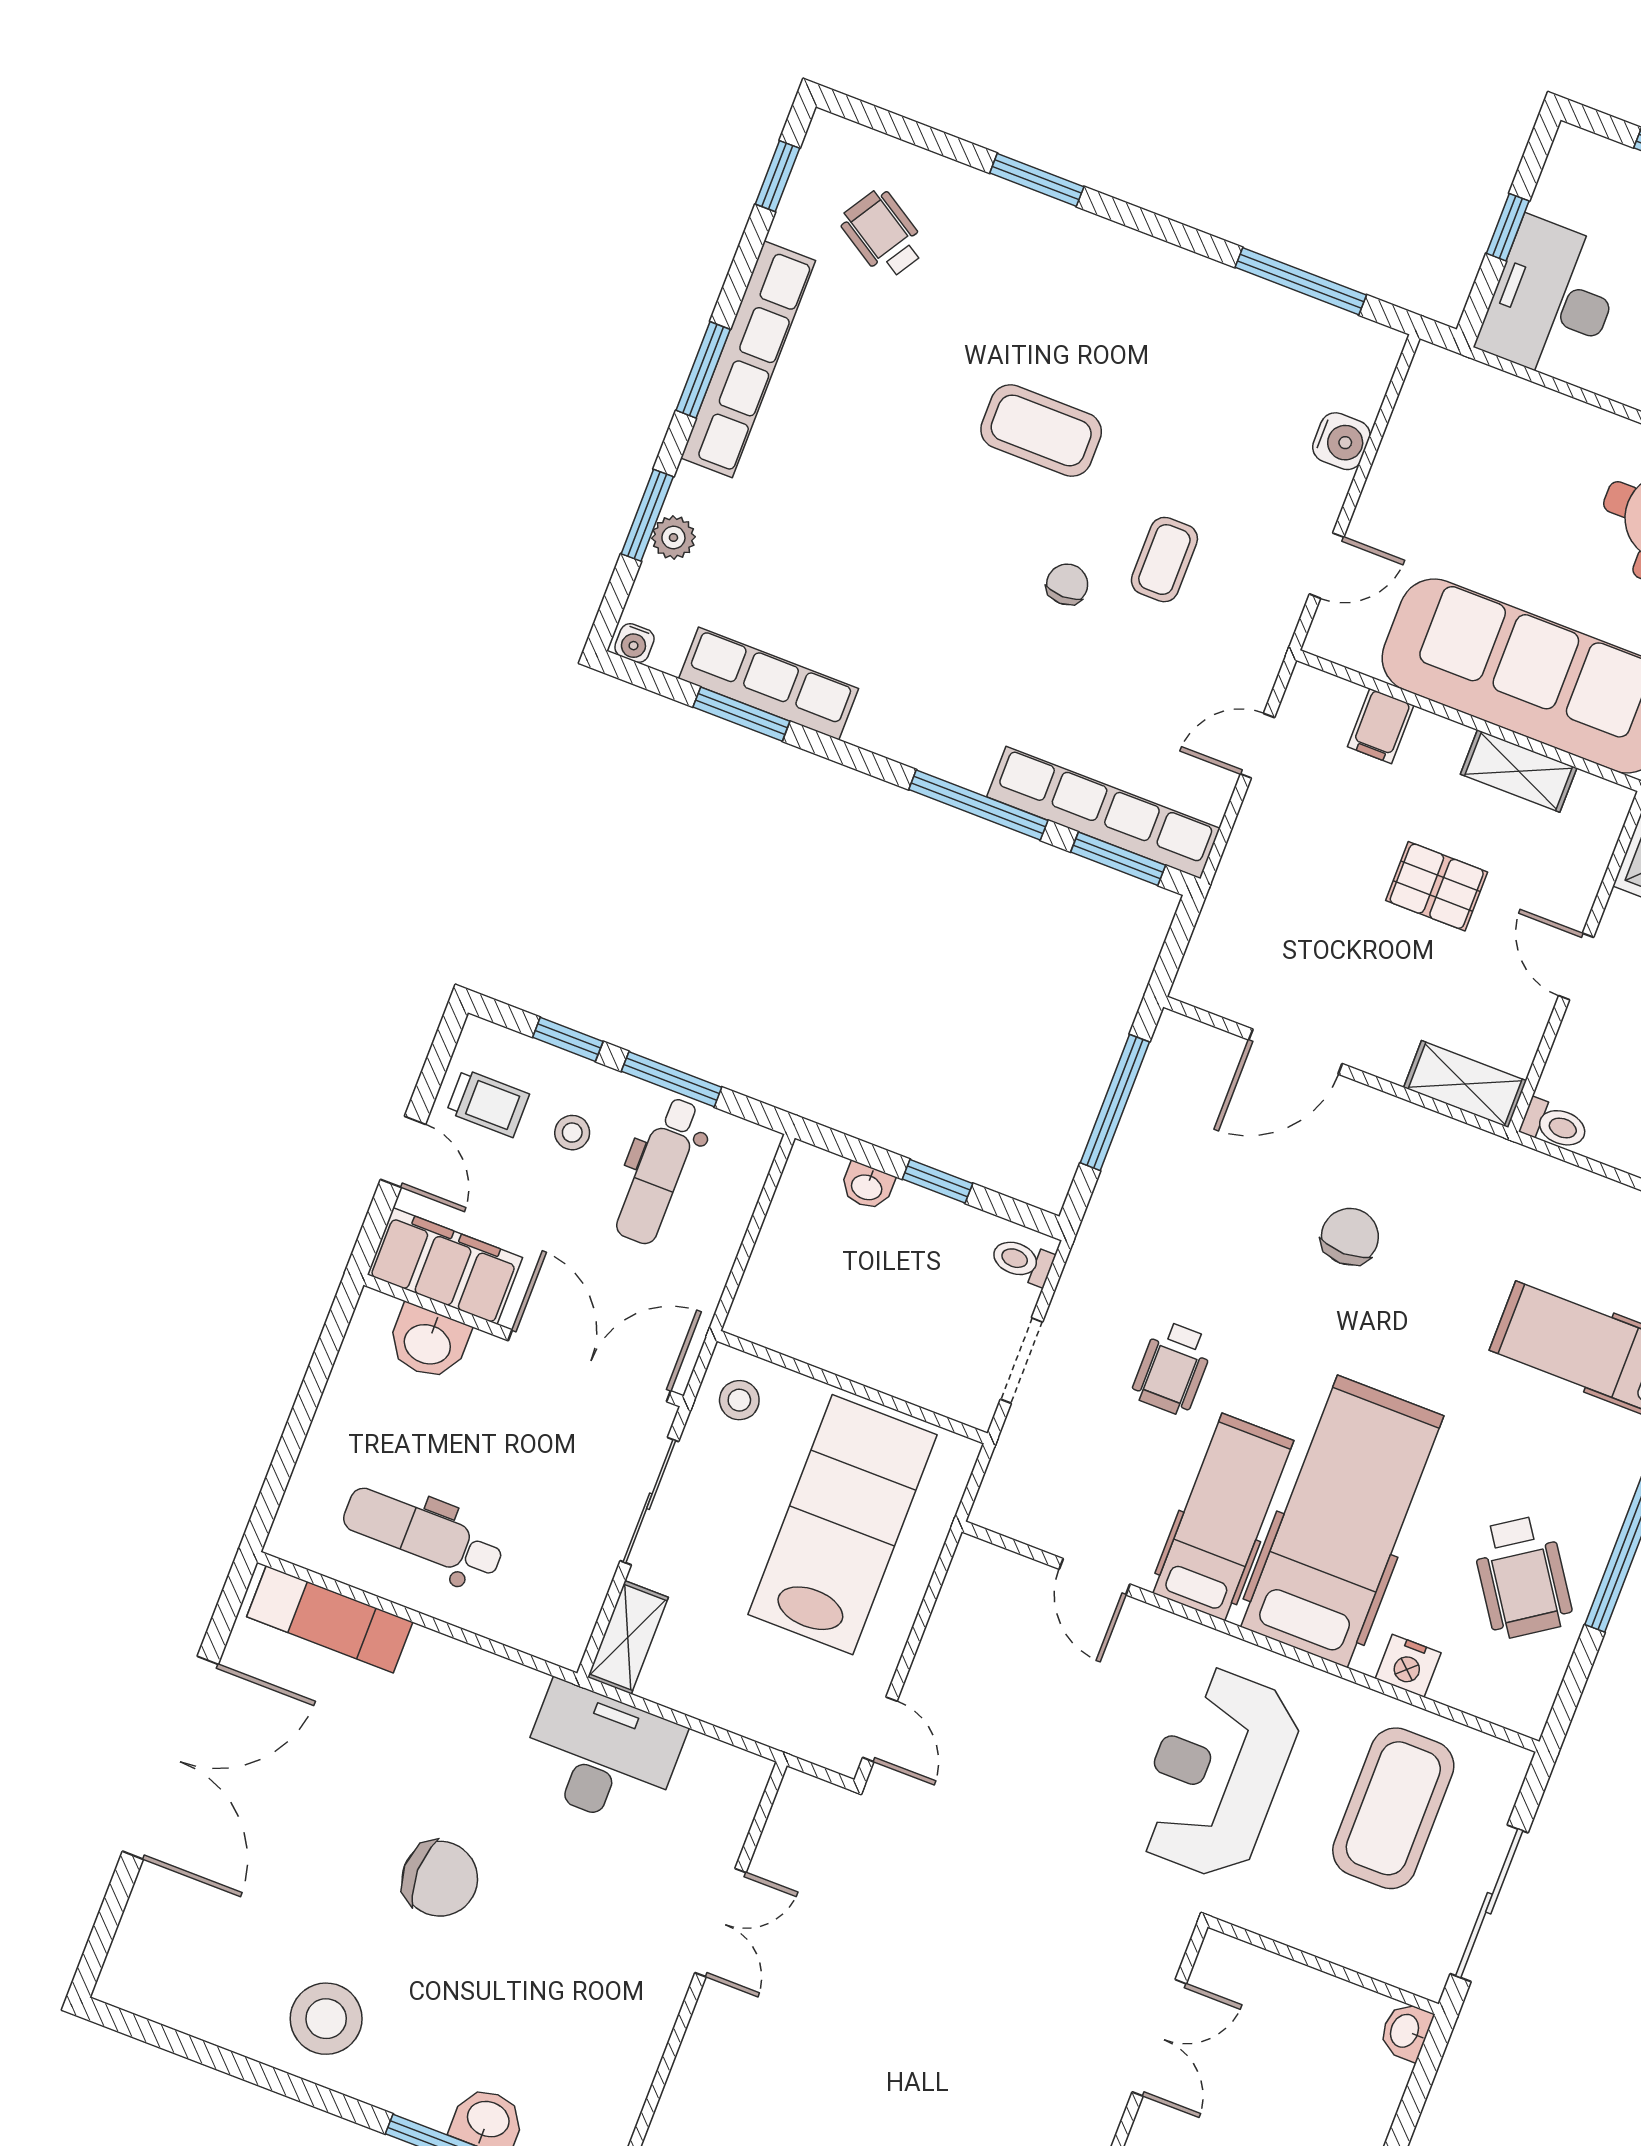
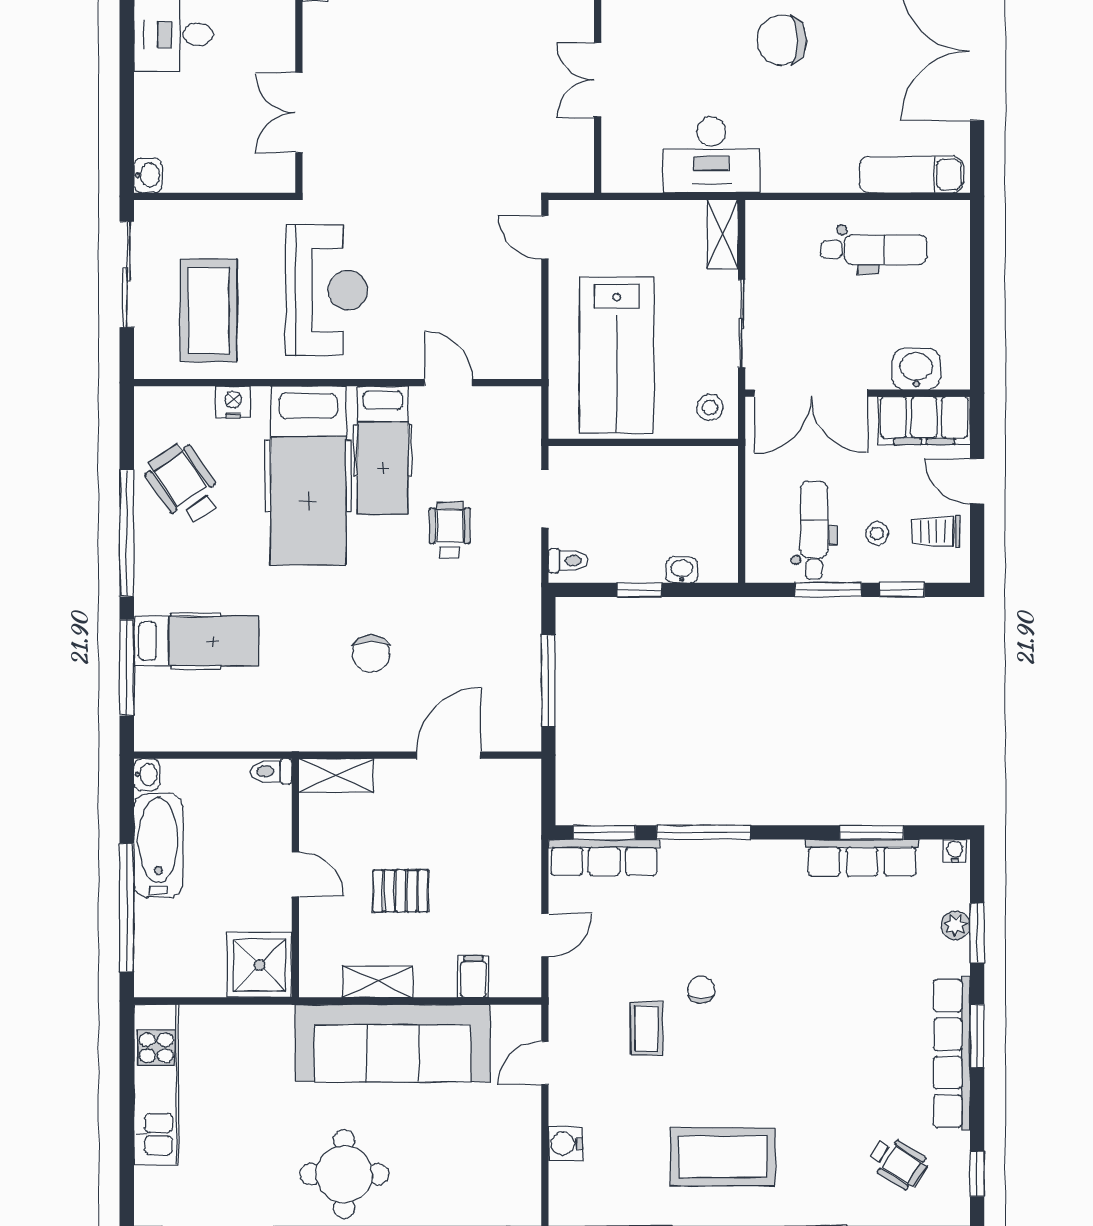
coffee table: (1041, 430) -> (723, 1157), moved, width x1.36, depth x1.32
chair: (1067, 584) -> (701, 990), turned 180
row of seats: (1103, 813) -> (604, 857), width x0.73

